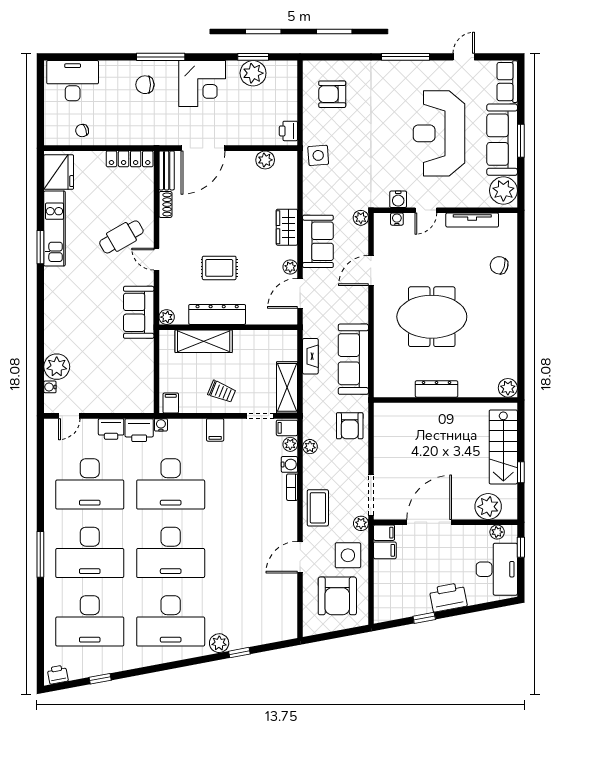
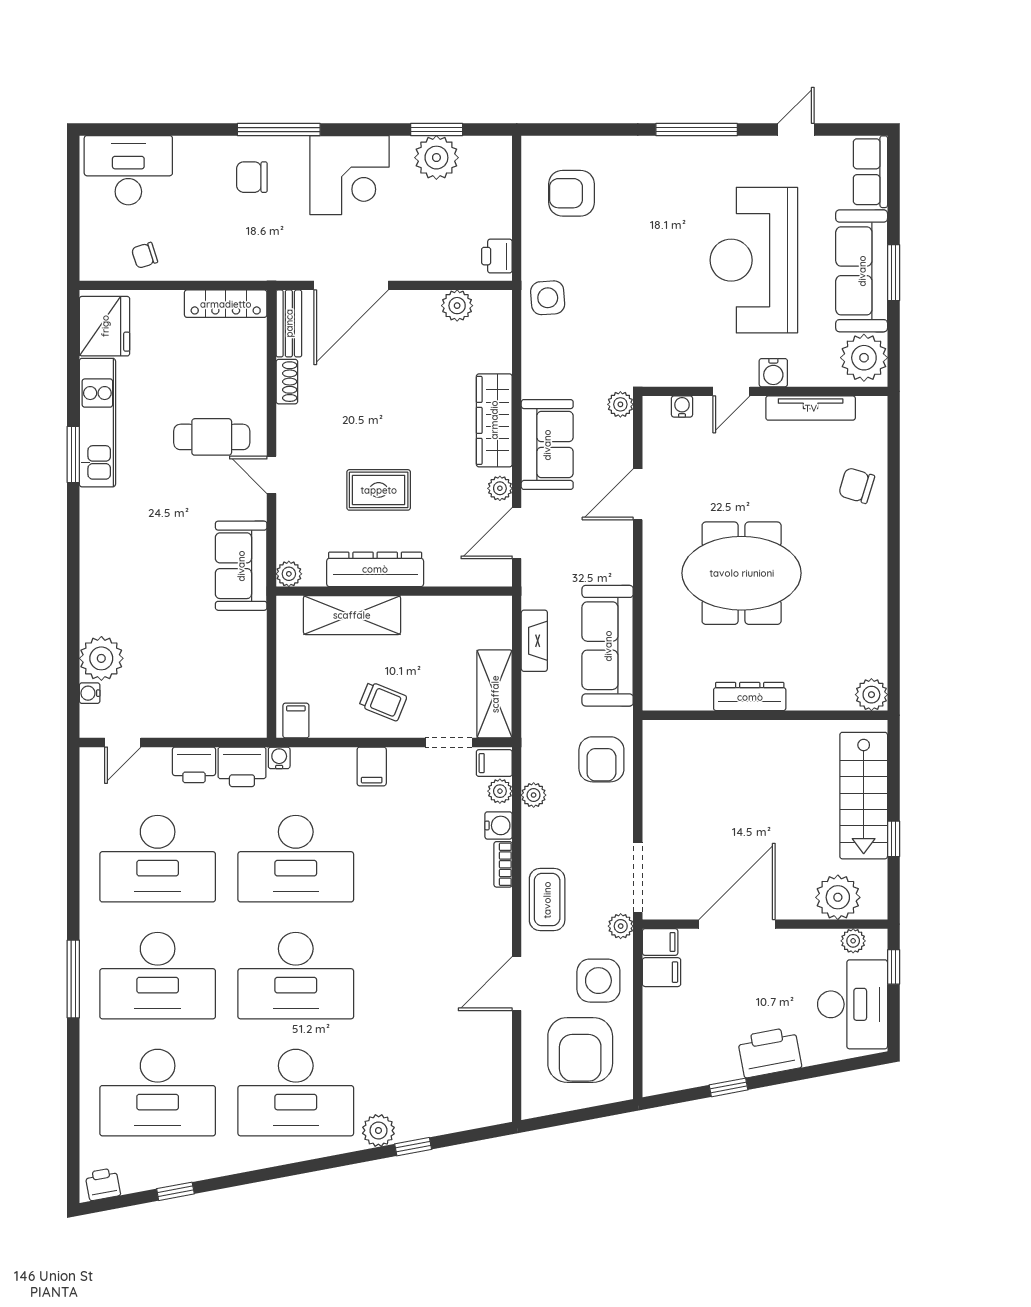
water cooler: (398, 199) -> (773, 373), moved
wardrobe: (287, 227) -> (494, 420), width x1.50
cafe table: (121, 237) -> (212, 437), turned 30

